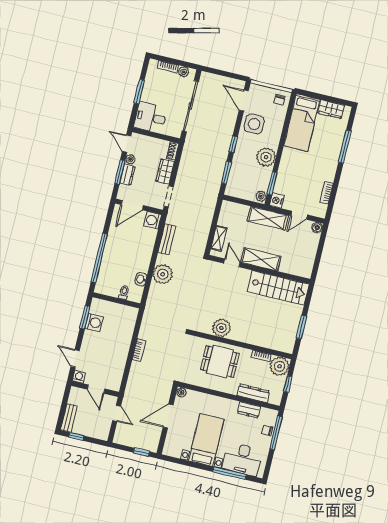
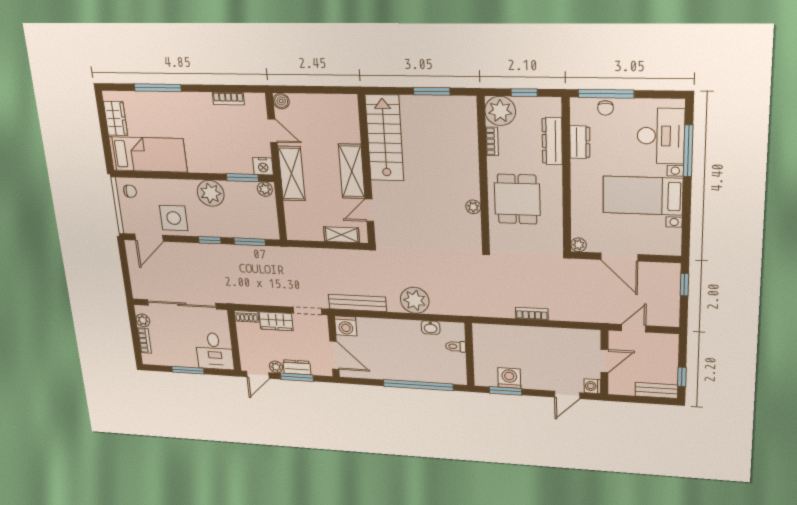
bench: (167, 239) -> (357, 303), width x1.36
plant: (221, 328) -> (473, 207), width x0.53, depth x0.53

